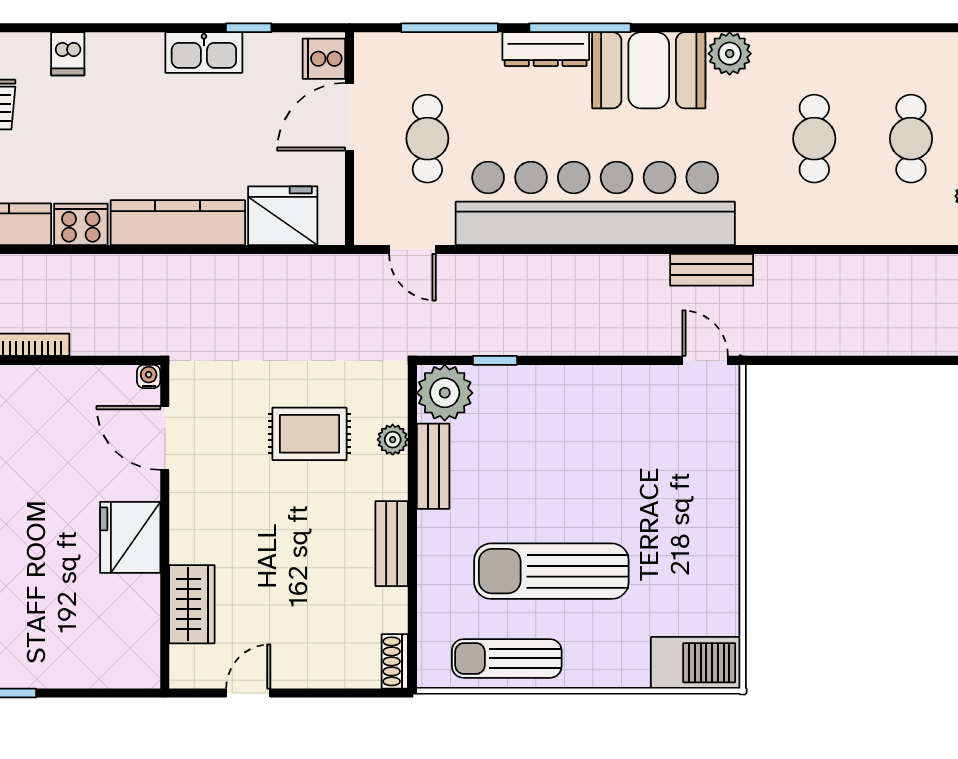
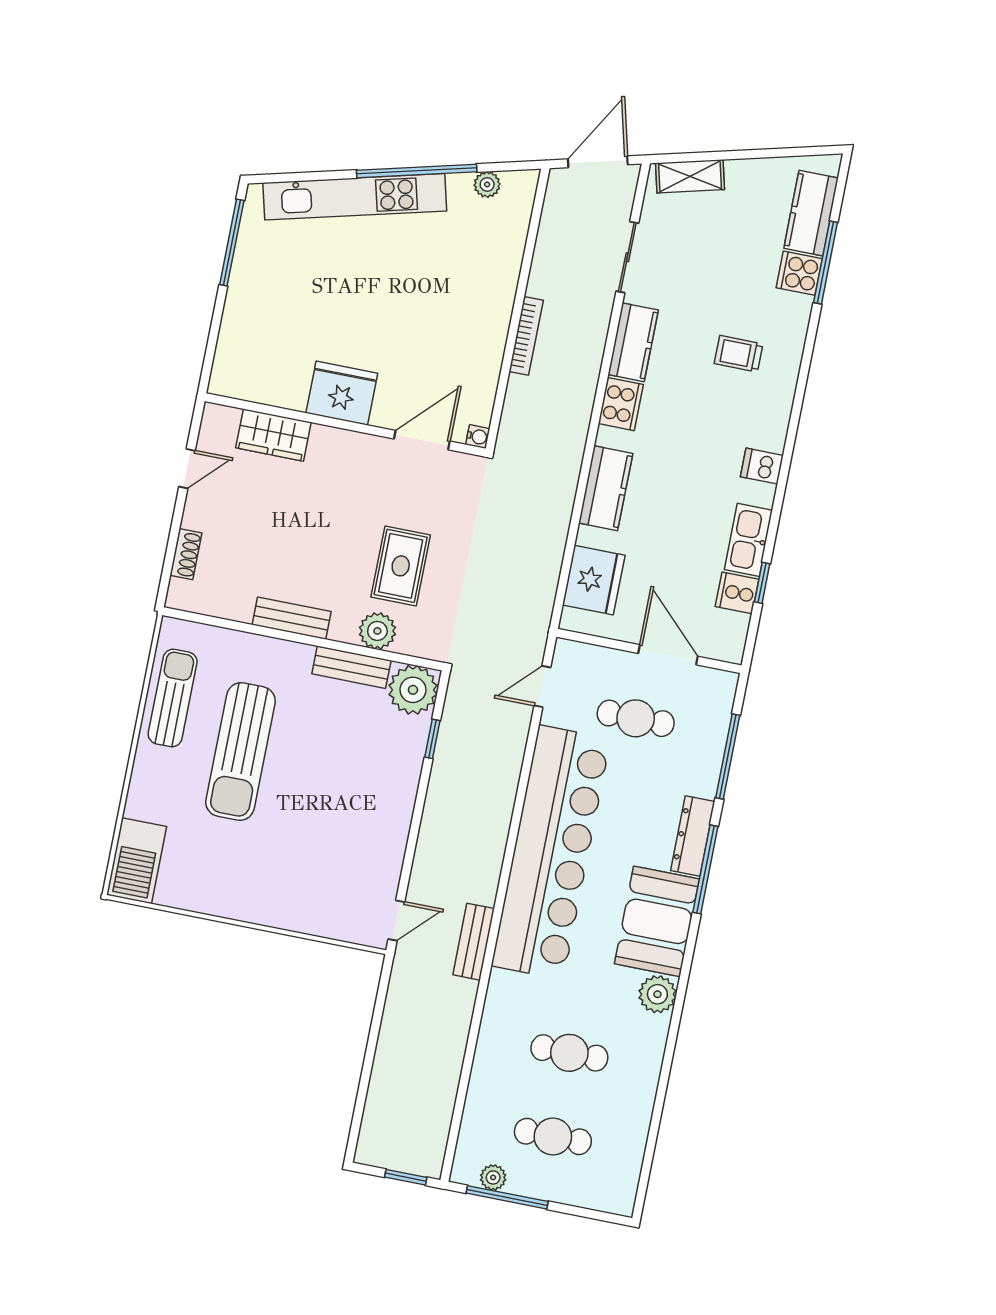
dishwasher: (68, 54) -> (762, 466), moved
cooker: (324, 59) -> (737, 593), moved, turned -90
kitchen counter: (178, 223) -> (606, 488), width x0.67
plant: (393, 440) -> (377, 631), width x1.38, depth x1.38
sun lounger: (551, 571) -> (240, 752), turned 180
shoe rack: (395, 661) -> (186, 554), moved, turned 90
door: (248, 693) -> (187, 469), hinge flipped

